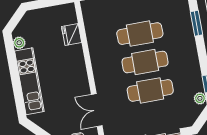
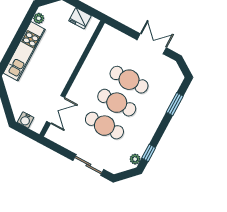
fridge: (72, 35) -> (80, 18), moved, turned -90
double door: (97, 110) -> (56, 109), swing flipped

